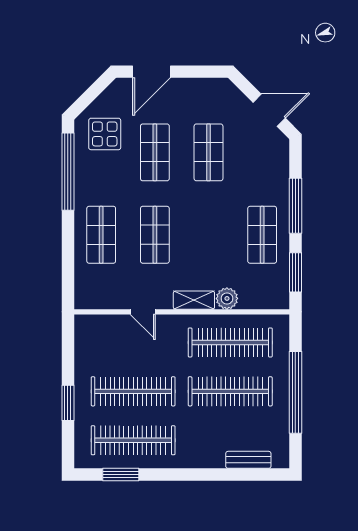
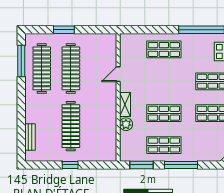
shop shelf: (155, 235) -> (164, 113), moved
clothes rail: (230, 342) -> (100, 126), removed
window: (295, 392) -> (70, 165), width x0.32
window: (121, 475) -> (21, 61), width x1.44

